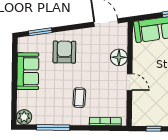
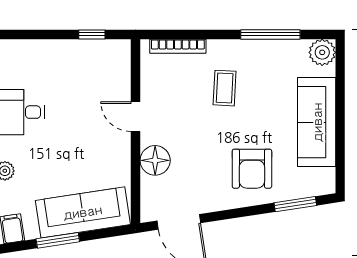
sofa: (28, 71) -> (317, 122), width x1.36

